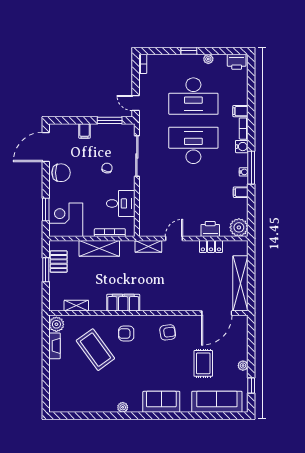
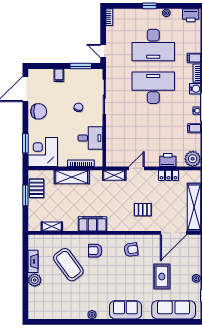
pallet: (181, 286) -> (143, 210), added
plant: (56, 324) -> (35, 280), moved

